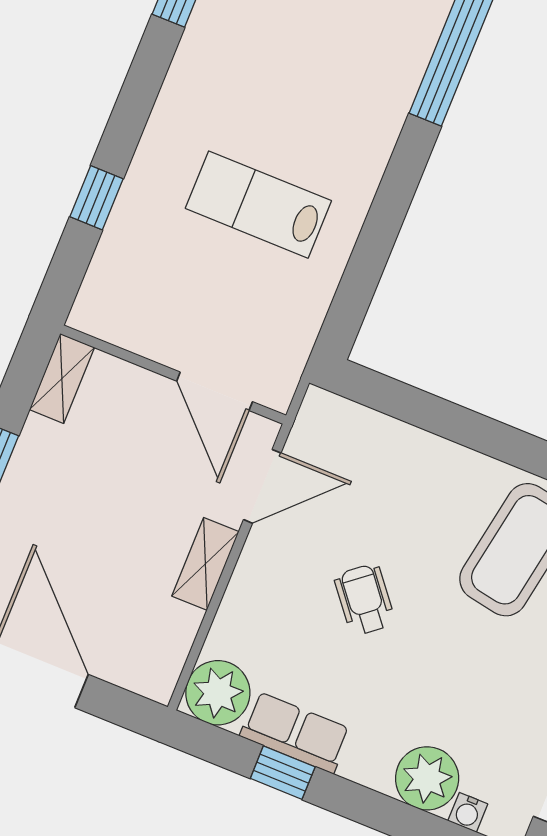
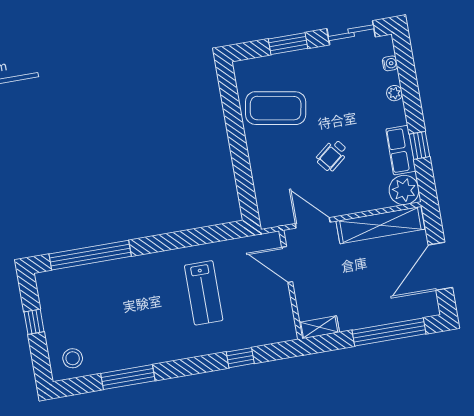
door: (215, 391) -> (287, 265), swing flipped
shelving: (205, 564) -> (380, 225), width x2.20, depth x1.33
plant: (427, 778) -> (394, 93), width x0.53, depth x0.53

